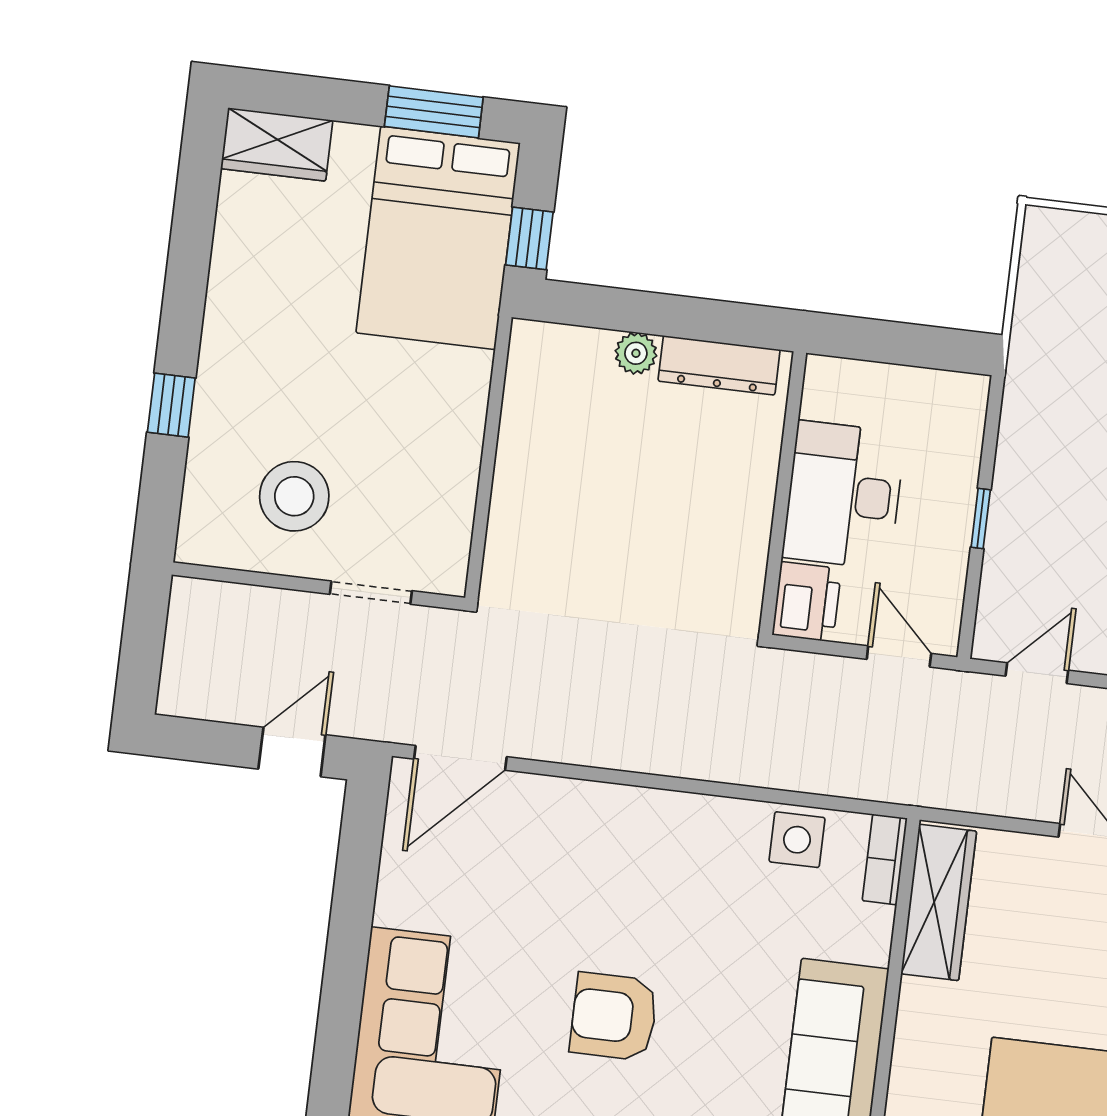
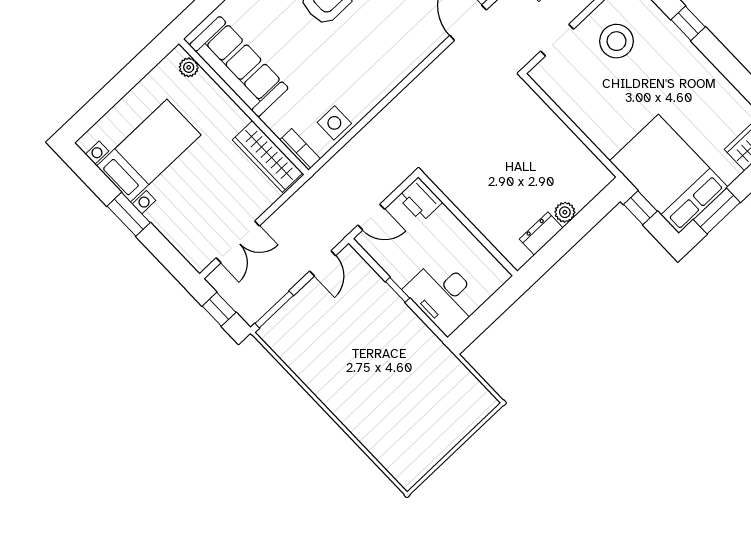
dresser: (719, 365) -> (541, 234), width x0.70
desk: (844, 495) -> (443, 296), moved, turned 180

